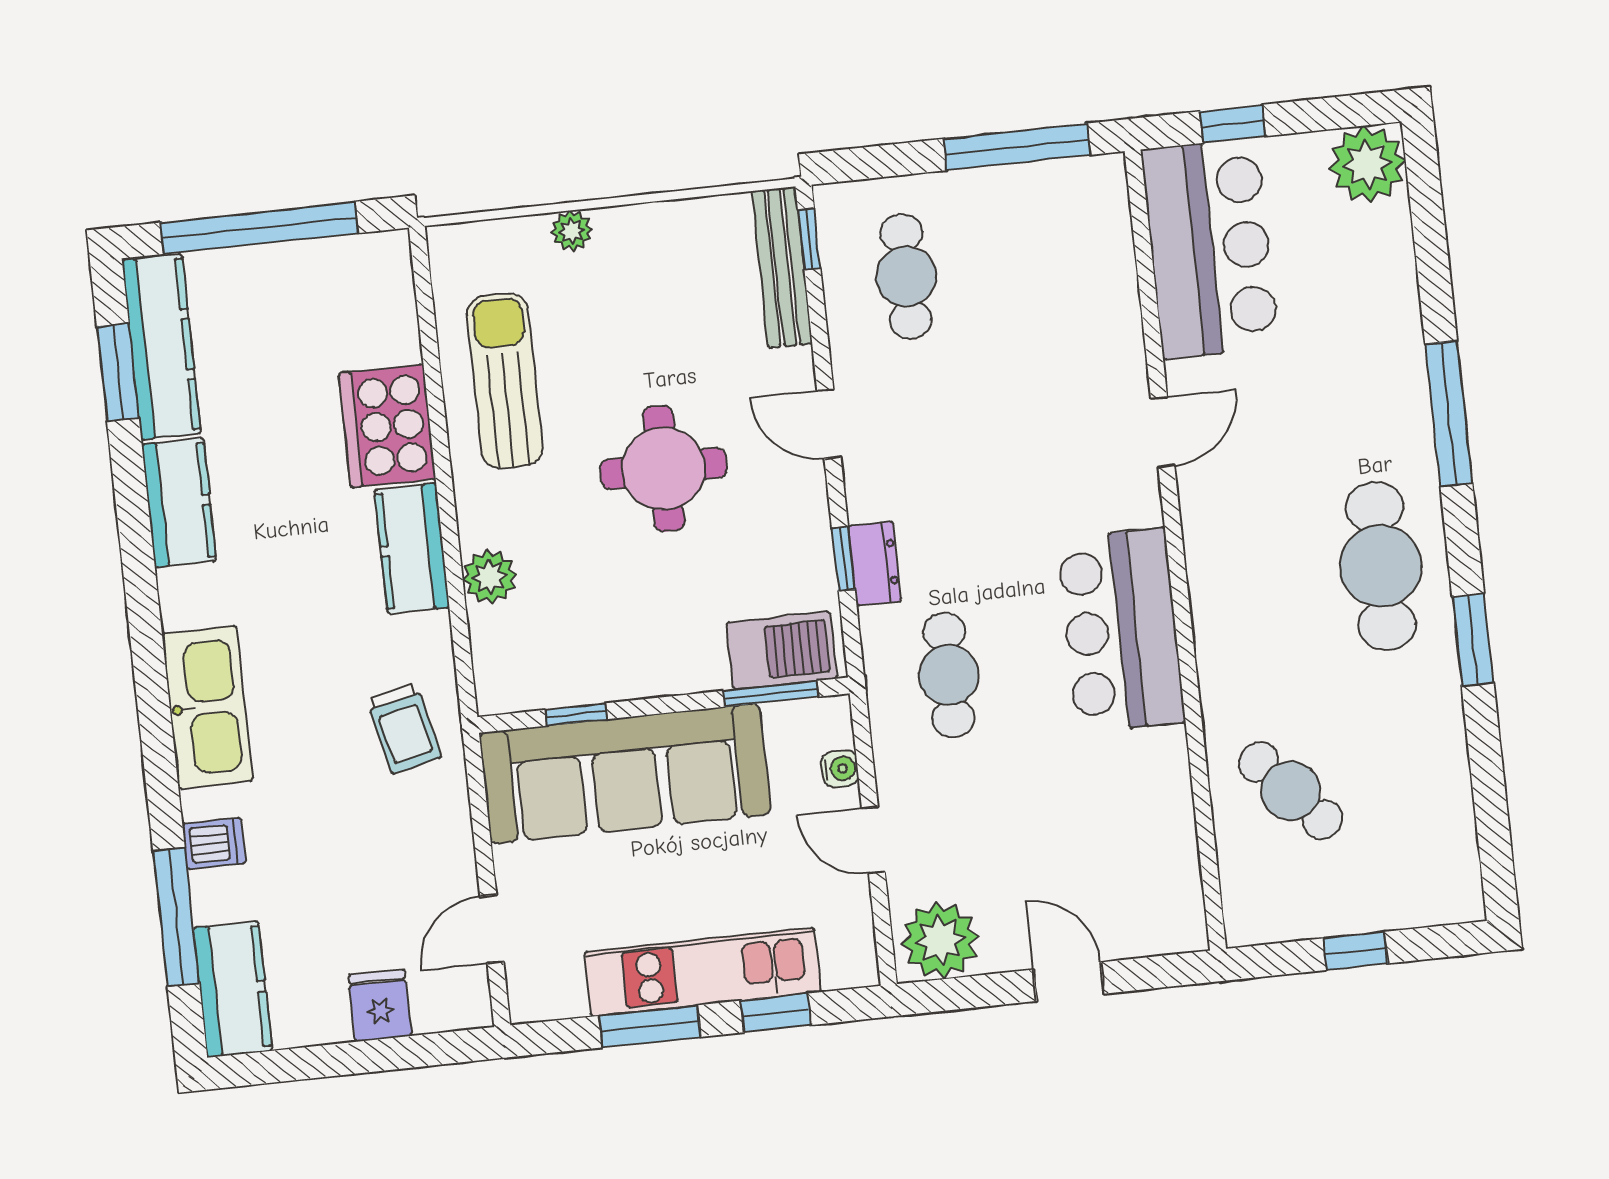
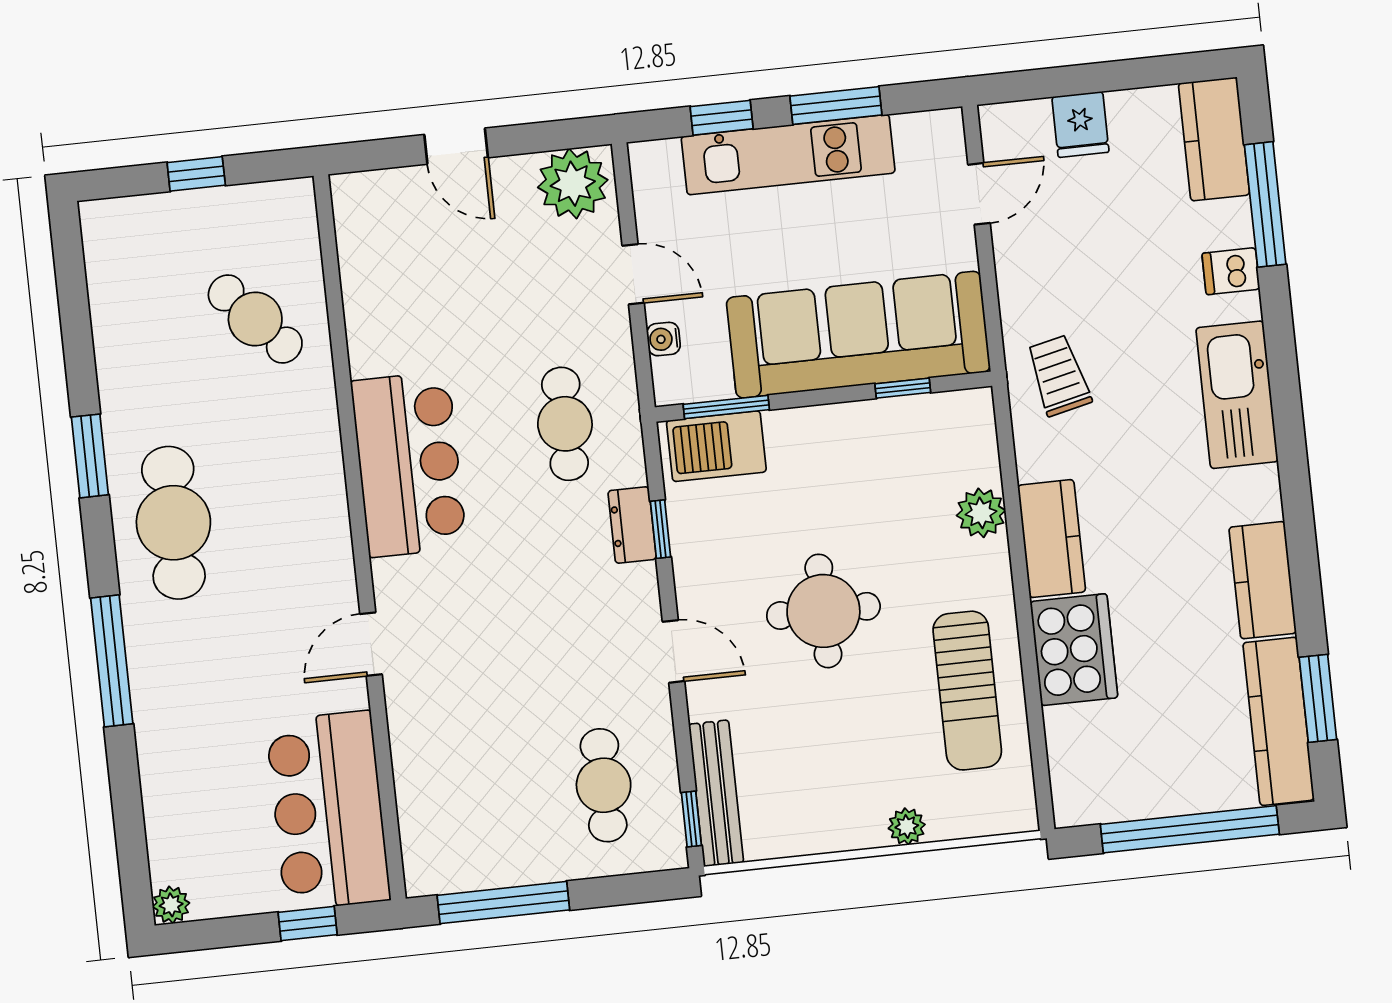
plant: (1367, 164) -> (171, 905), width x0.53, depth x0.53

